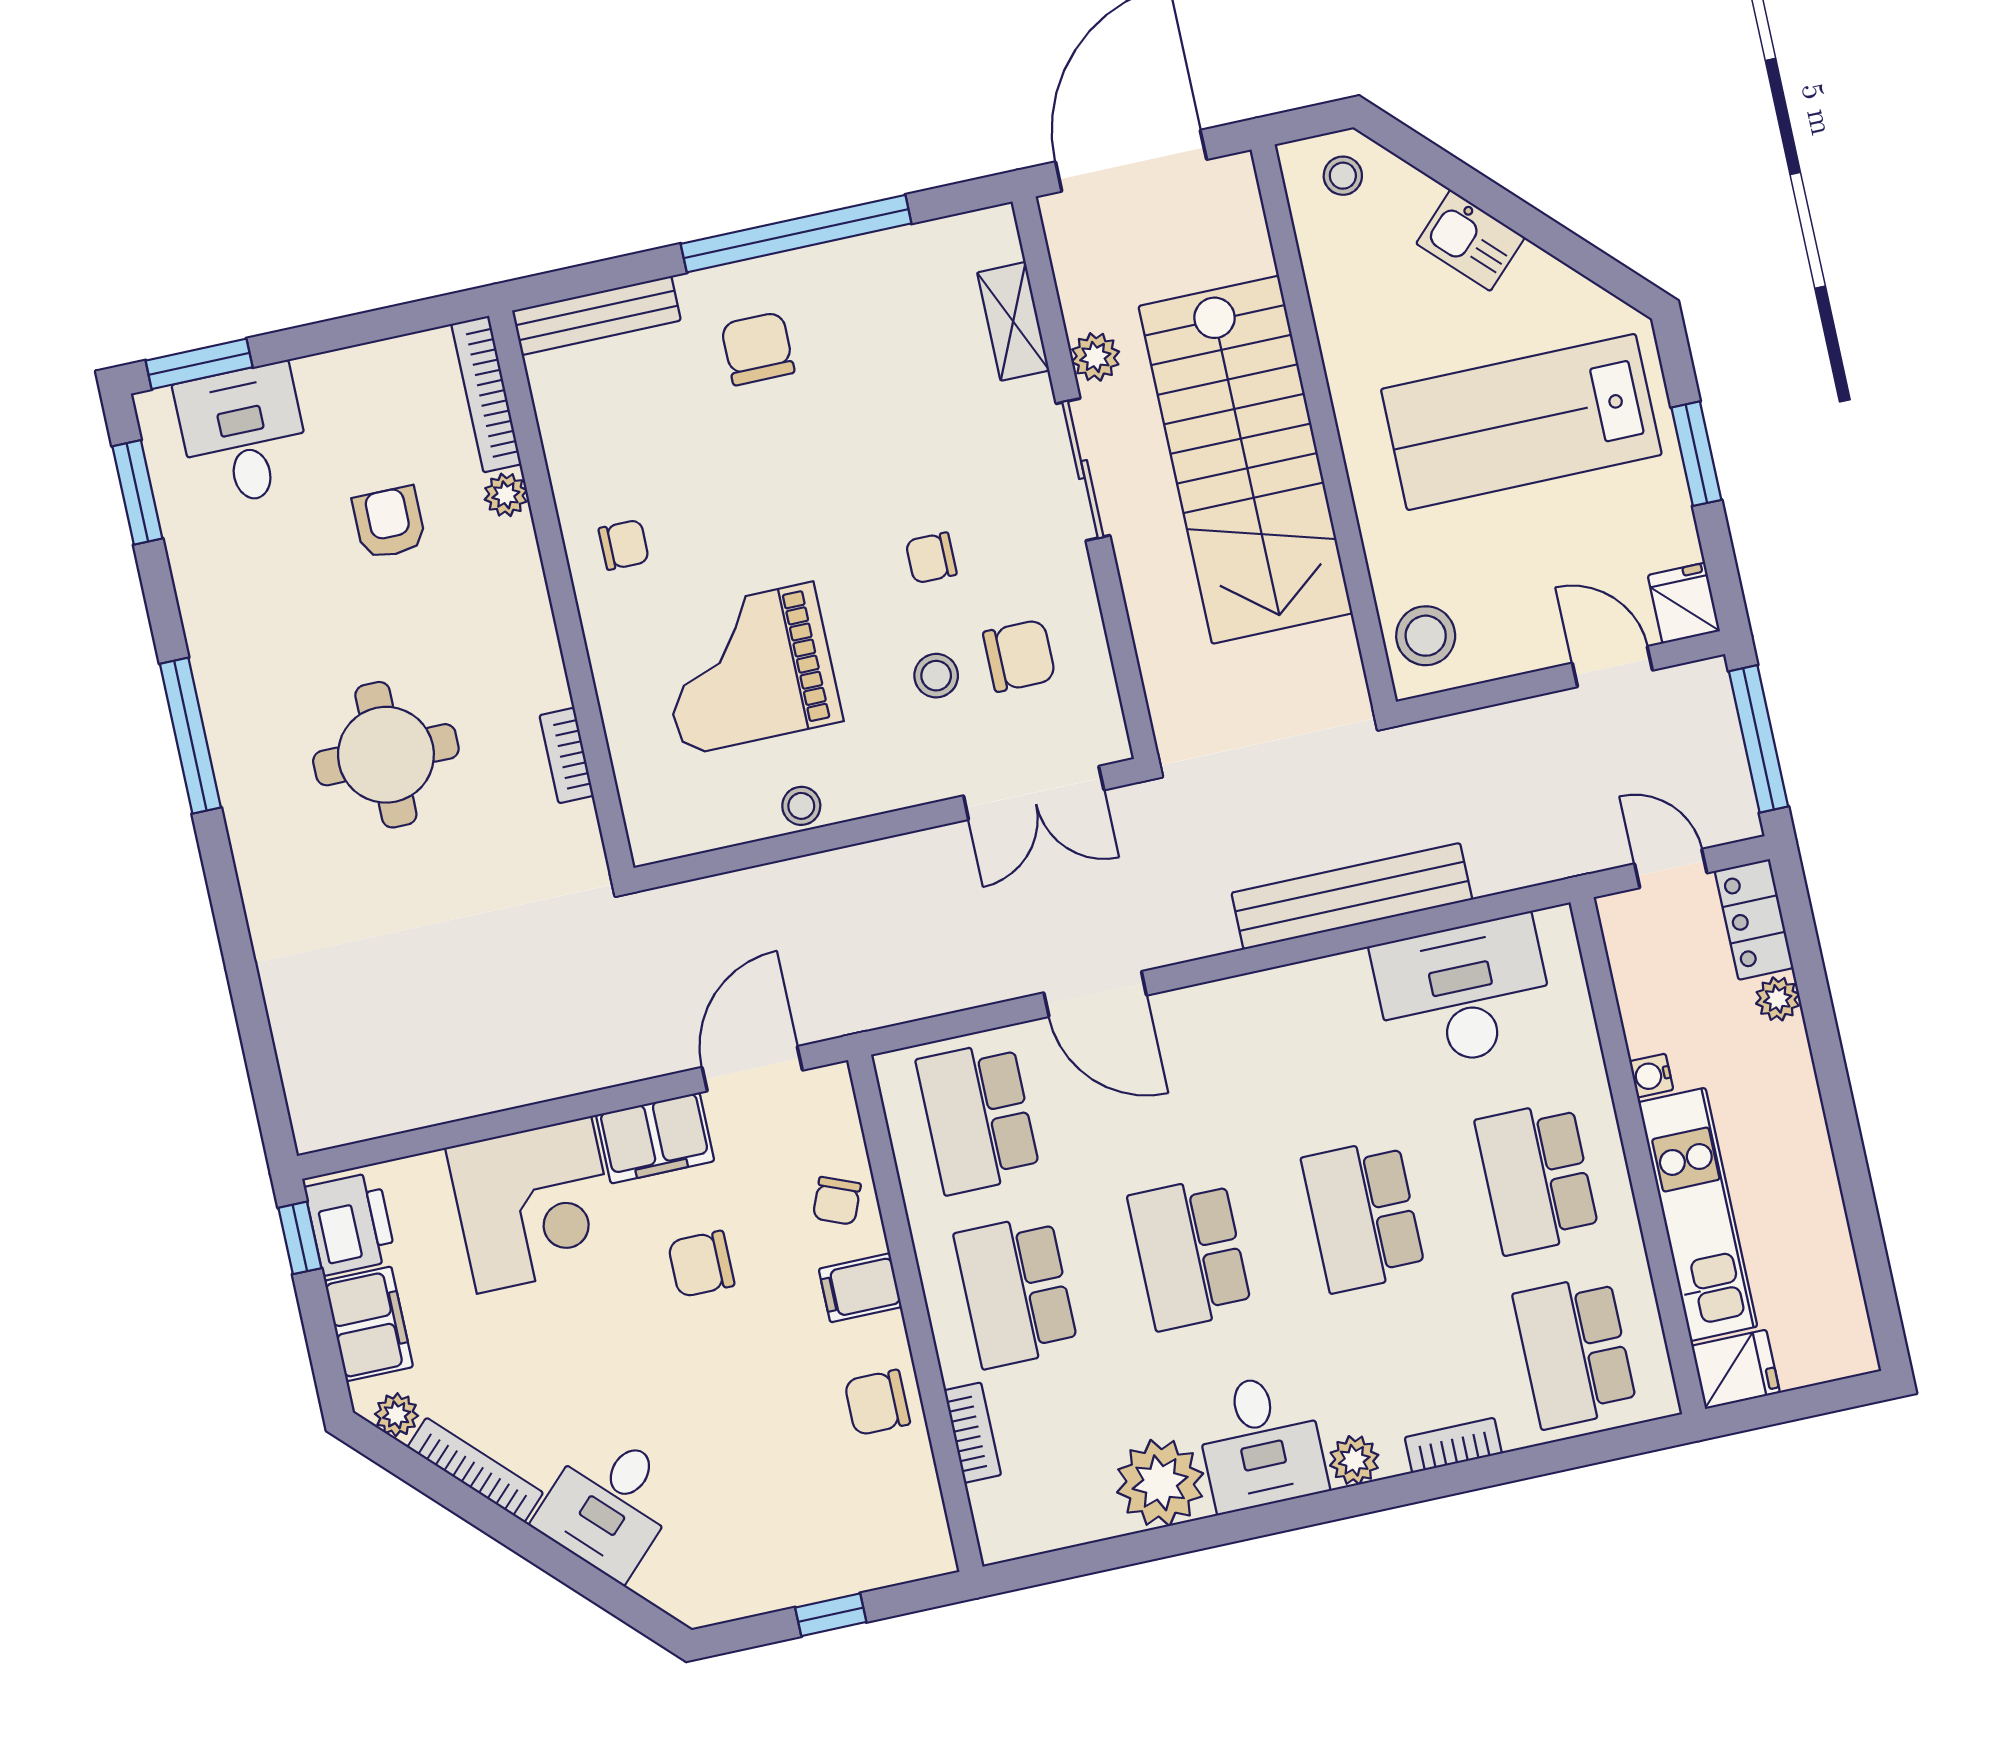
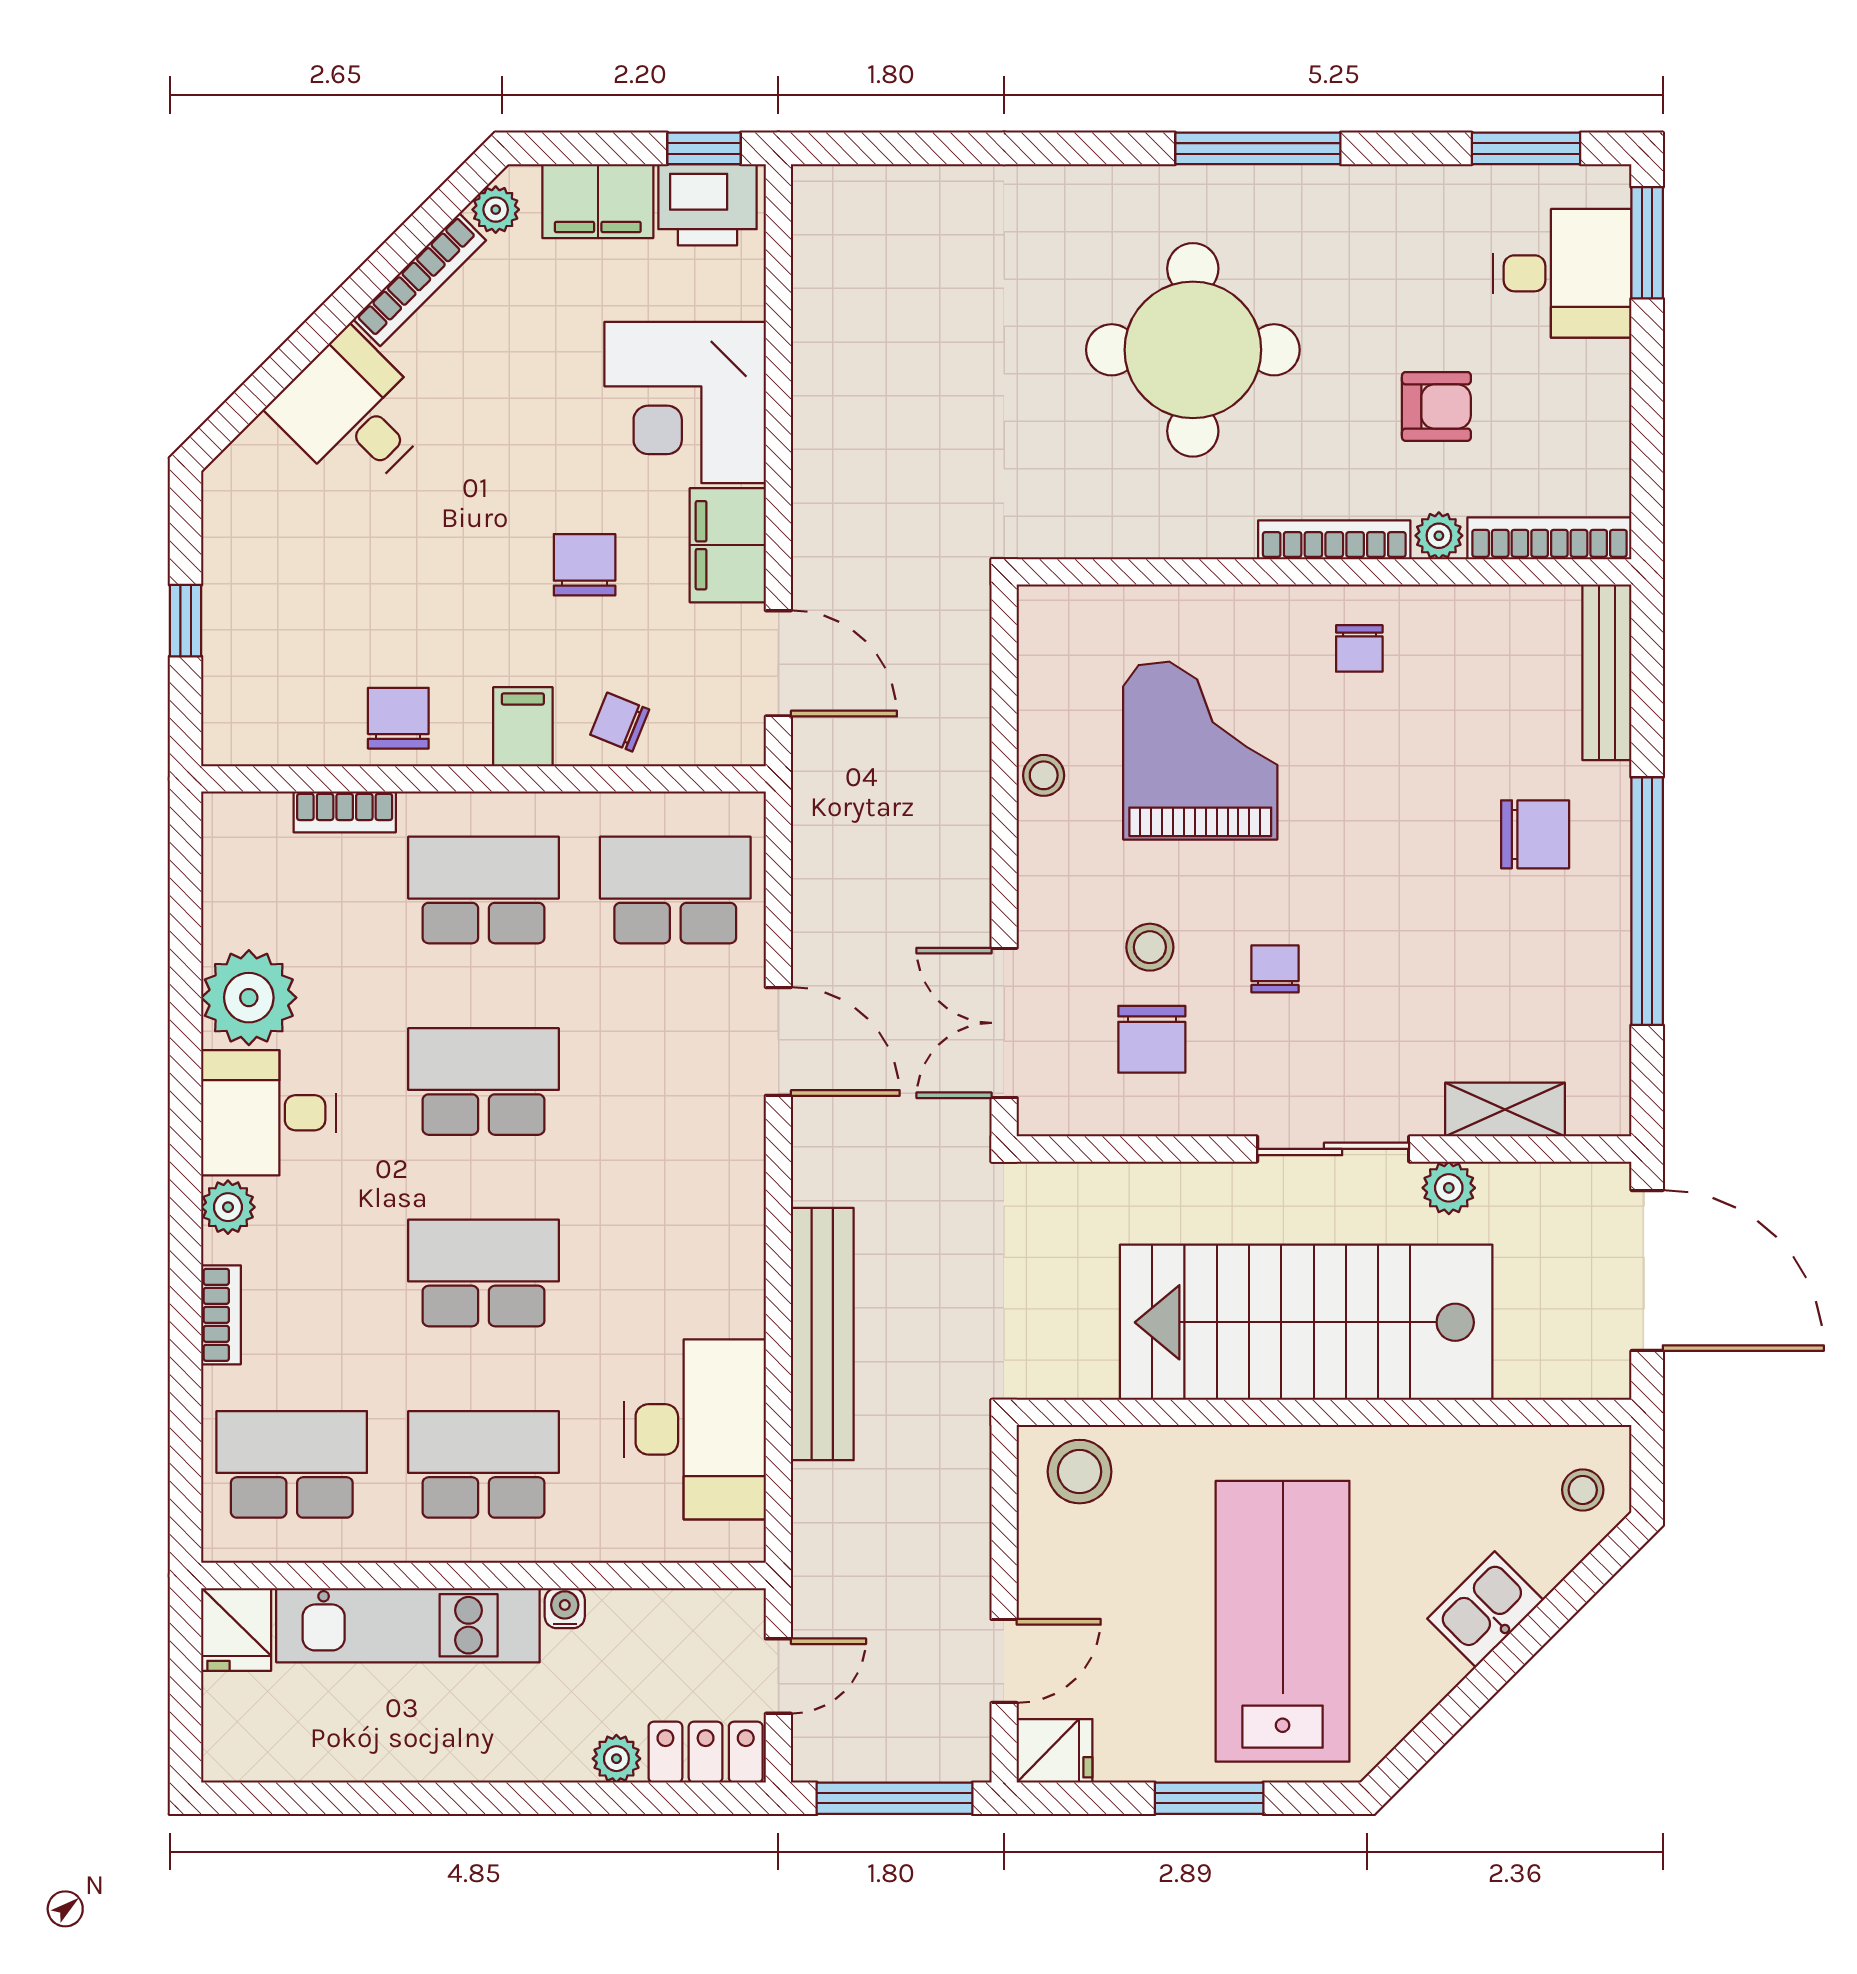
round table: (386, 755) -> (1193, 350), width x1.36, depth x1.36
bookcase: (567, 755) -> (1334, 540), moved, width x1.56
door: (1095, 994) -> (778, 1041), swing flipped

